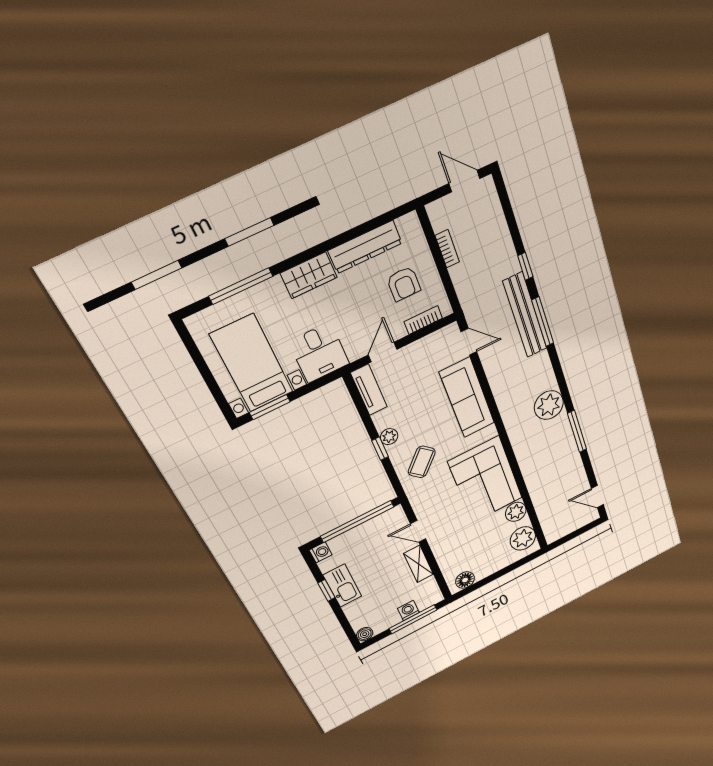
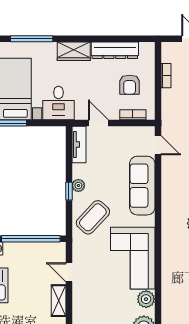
door: (383, 352) -> (98, 123), hinge flipped
coffee table: (422, 462) -> (93, 217), width x1.36, depth x1.30

